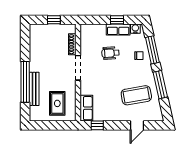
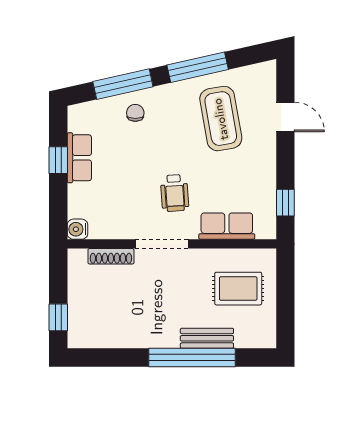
window: (54, 20) -> (58, 317), moved
water cooler: (135, 29) -> (78, 229), moved
wheelchair: (111, 53) -> (175, 193), moved
bench: (34, 89) -> (207, 338), width x0.73
row of seats: (86, 108) -> (227, 226), moved

